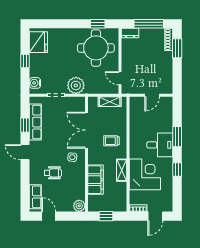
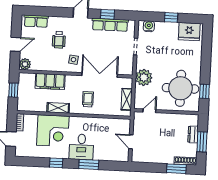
window: (149, 24) -> (202, 142), width x0.69
dresser: (130, 33) -> (193, 134), moved
plant: (76, 85) -> (144, 77), moved
door: (49, 216) -> (16, 44), moved

